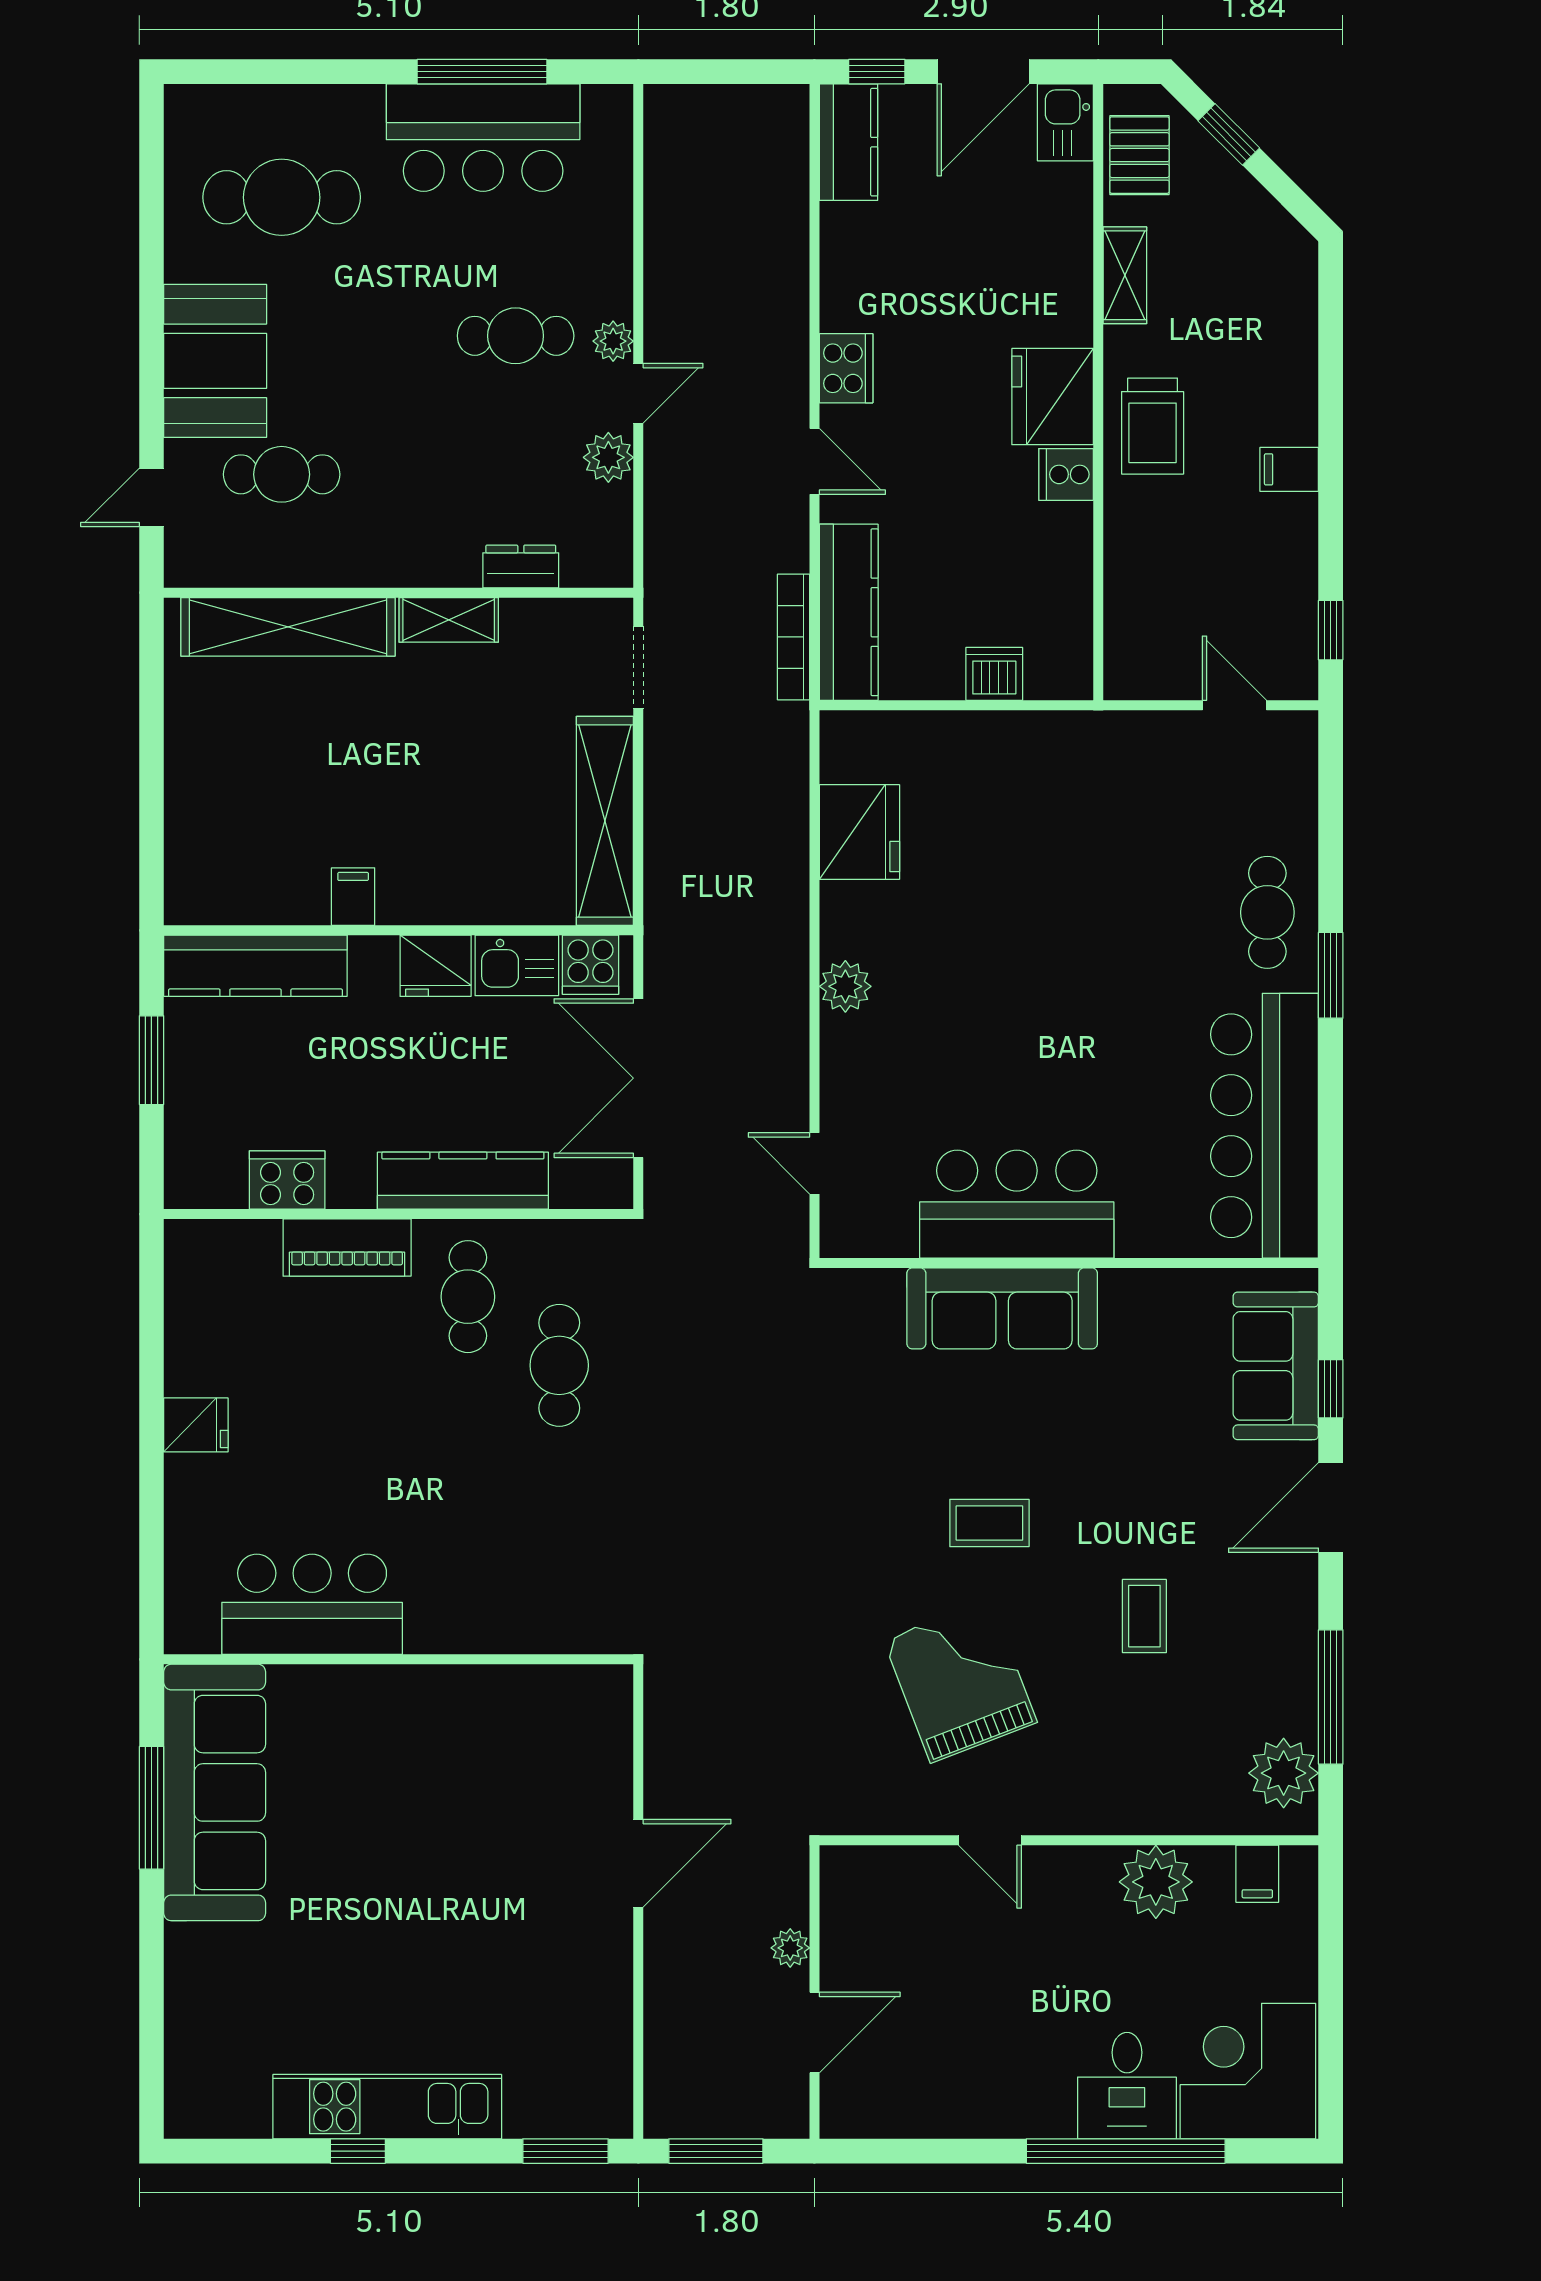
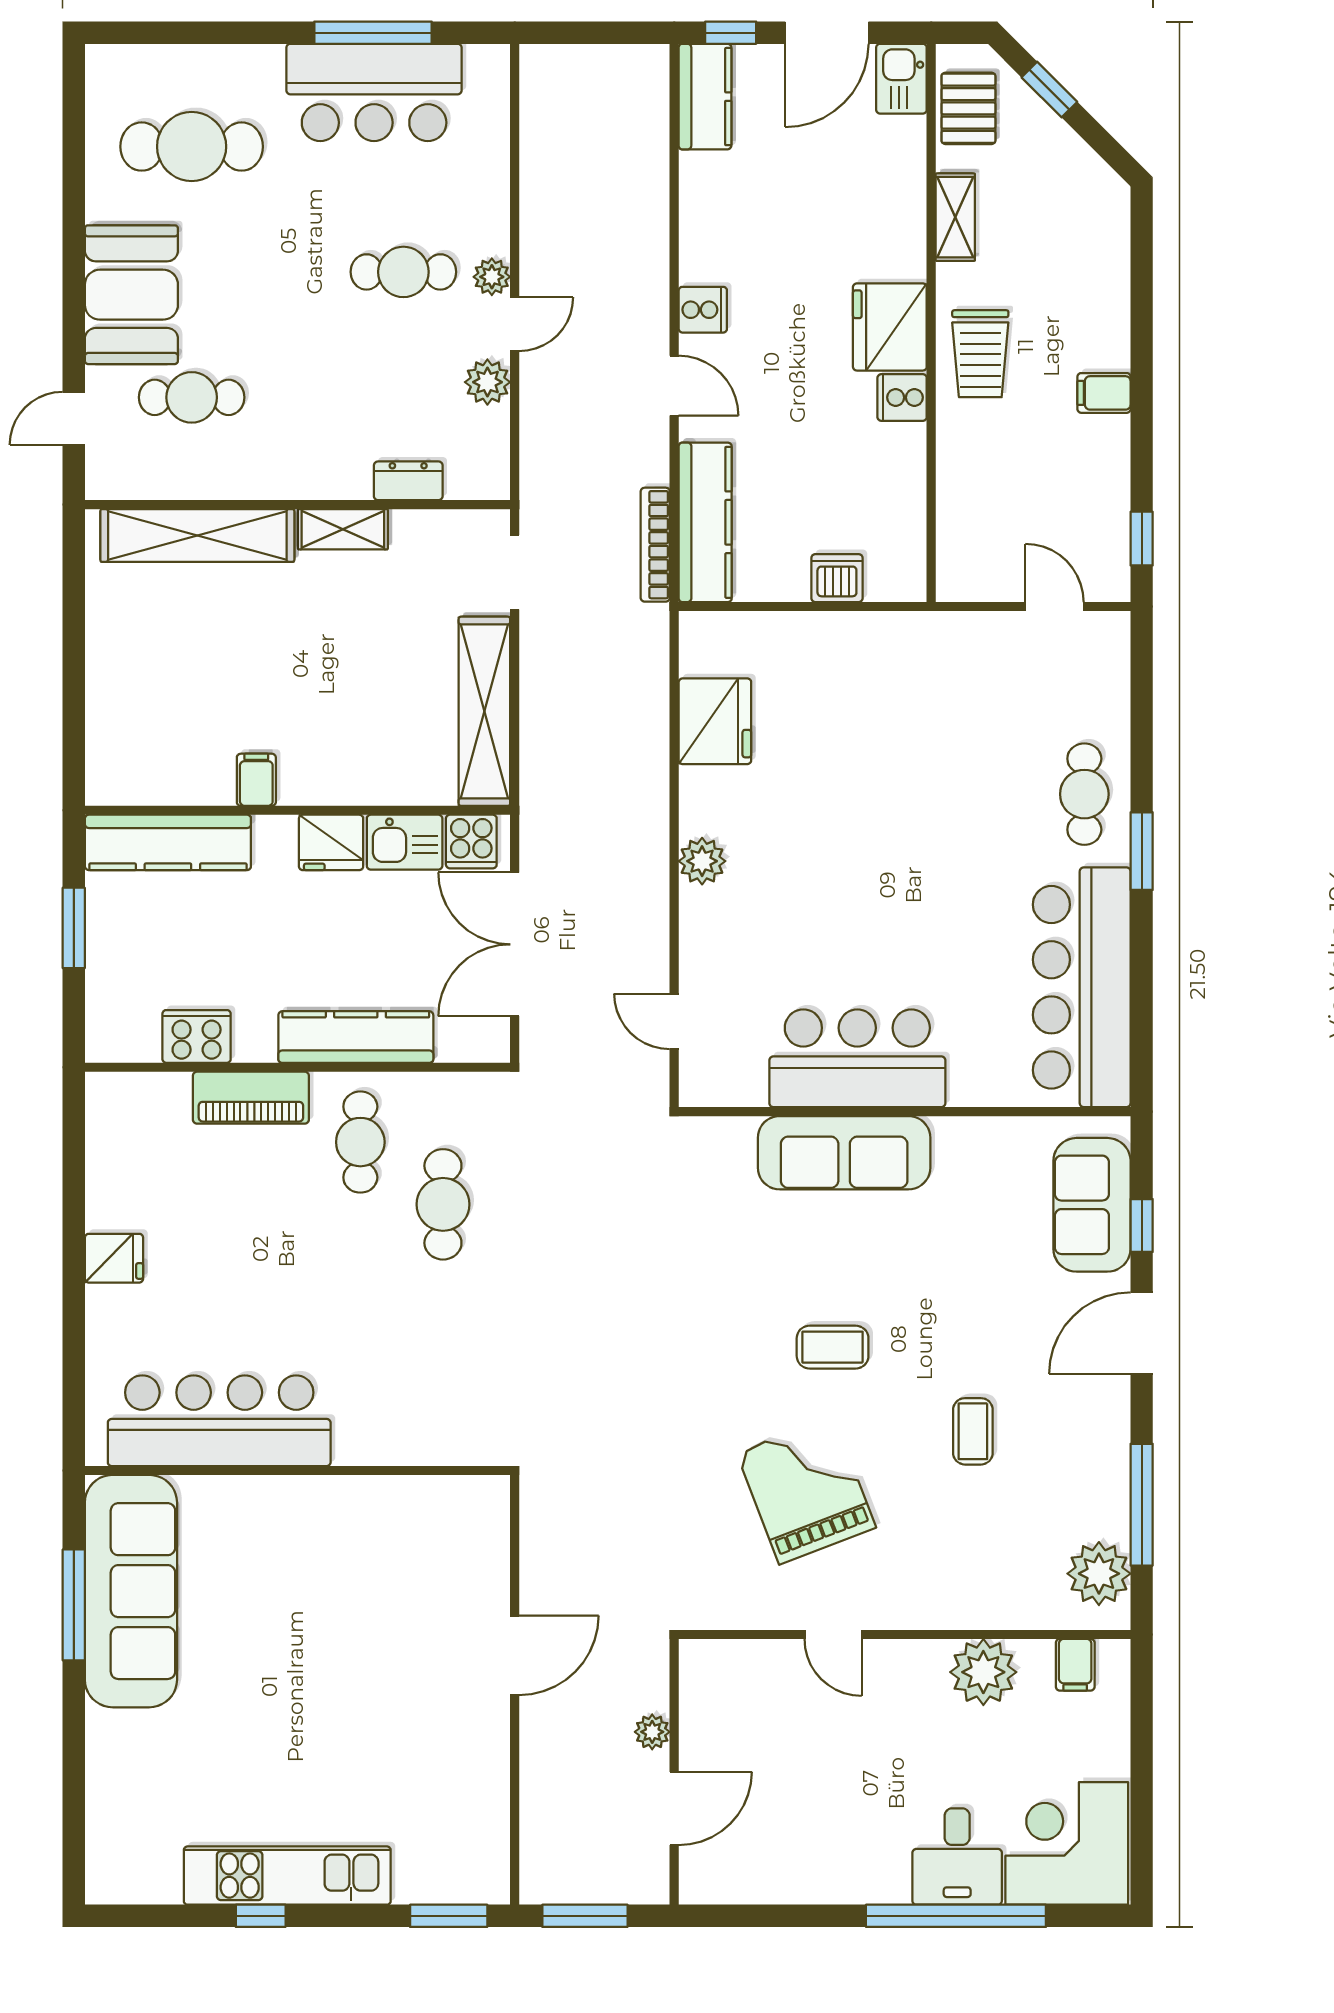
cooker: (846, 368) -> (703, 310), width x0.73
bar counter: (312, 1604) -> (219, 1421), width x1.36

